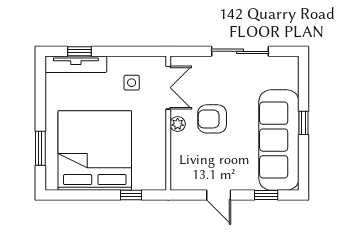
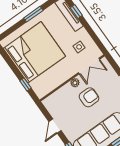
armchair: (212, 119) -> (89, 97), turned 90
window: (40, 148) -> (33, 14), moved

